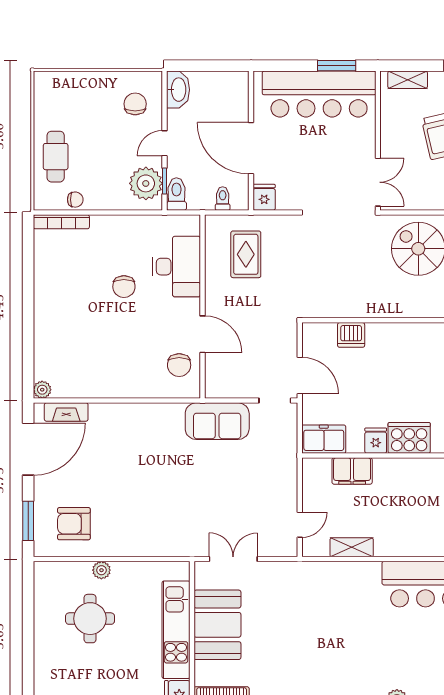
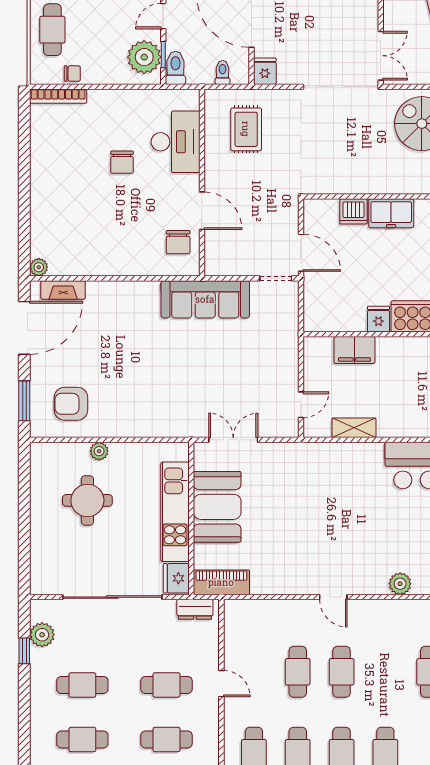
sofa: (217, 421) -> (205, 299), width x1.36
freezer: (324, 439) -> (391, 213), moved, turned 180

